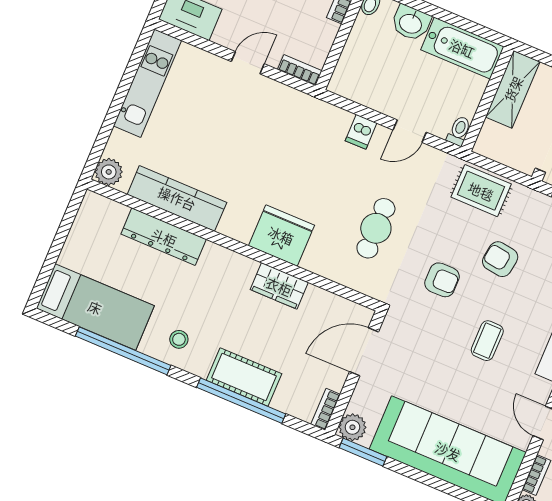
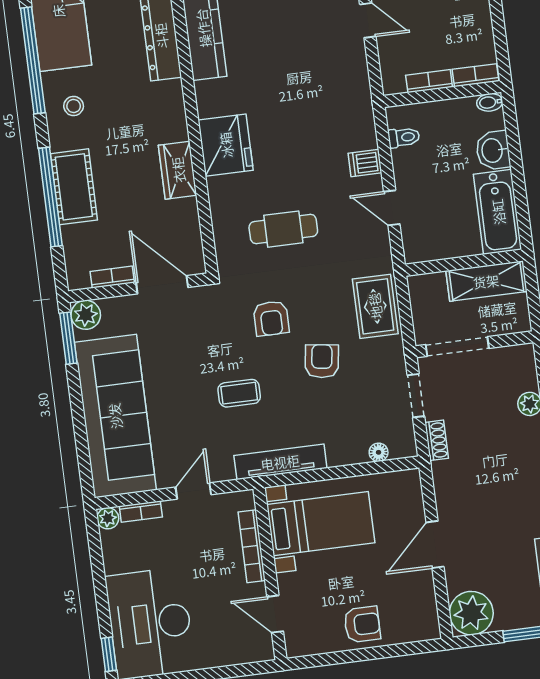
bookcase: (300, 70) -> (429, 81), moved, turned -90
toilet: (459, 131) -> (404, 137), moved
bookcase: (326, 409) -> (112, 277), moved

